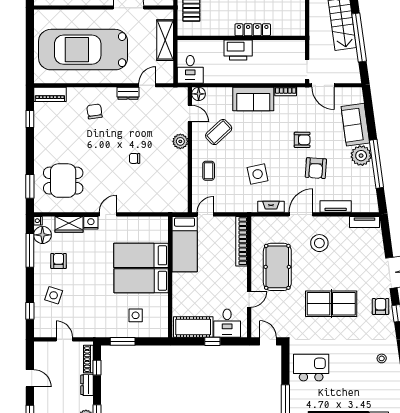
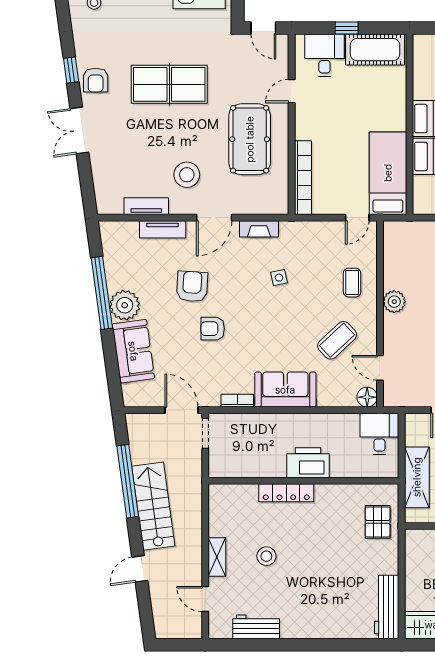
plant: (180, 141) -> (394, 302), moved
side table: (258, 174) -> (279, 278), width x0.54, depth x0.54
tv unit: (365, 222) -> (146, 206), moved

